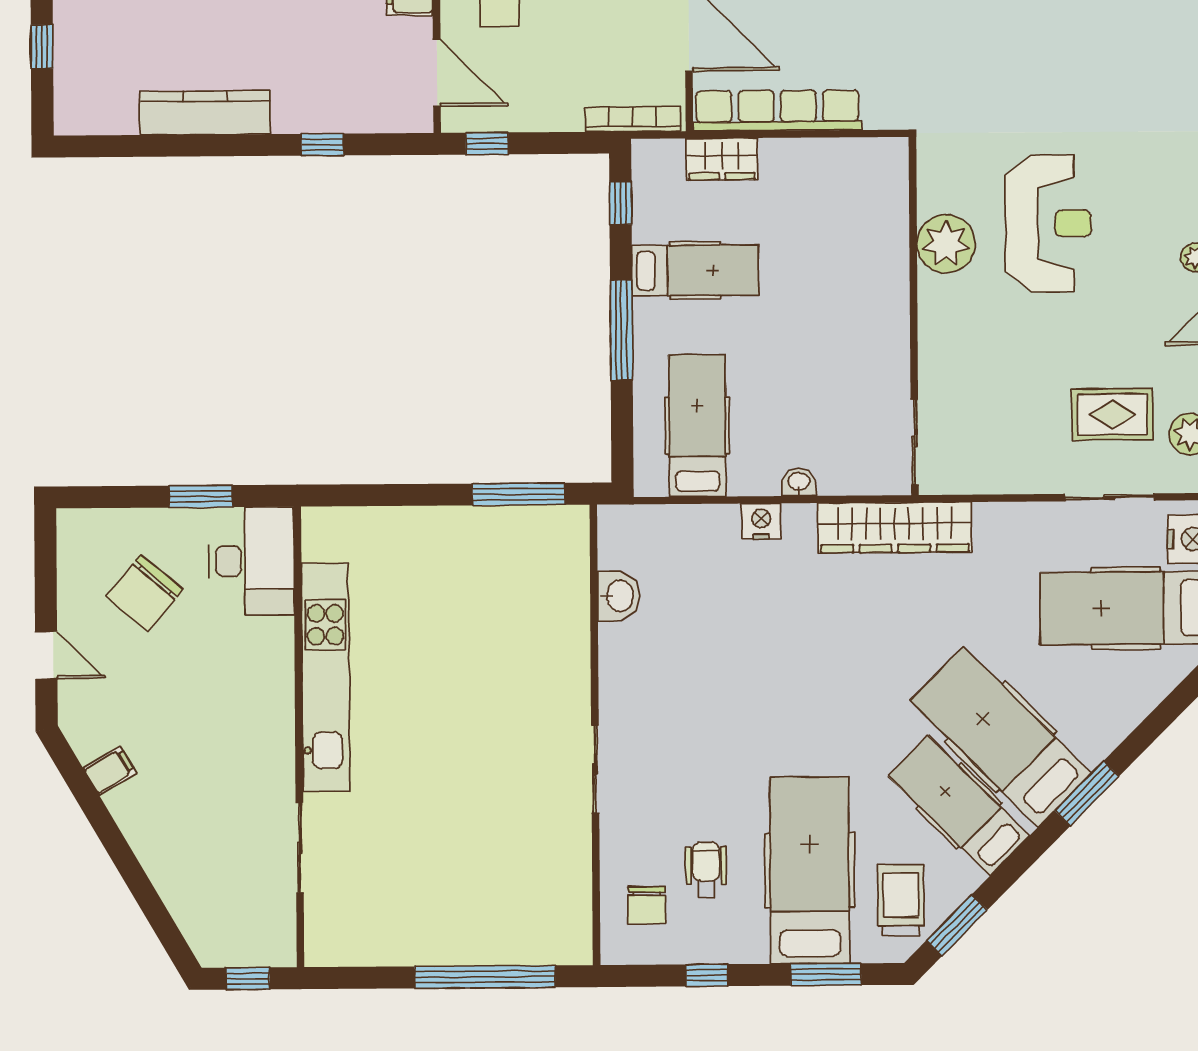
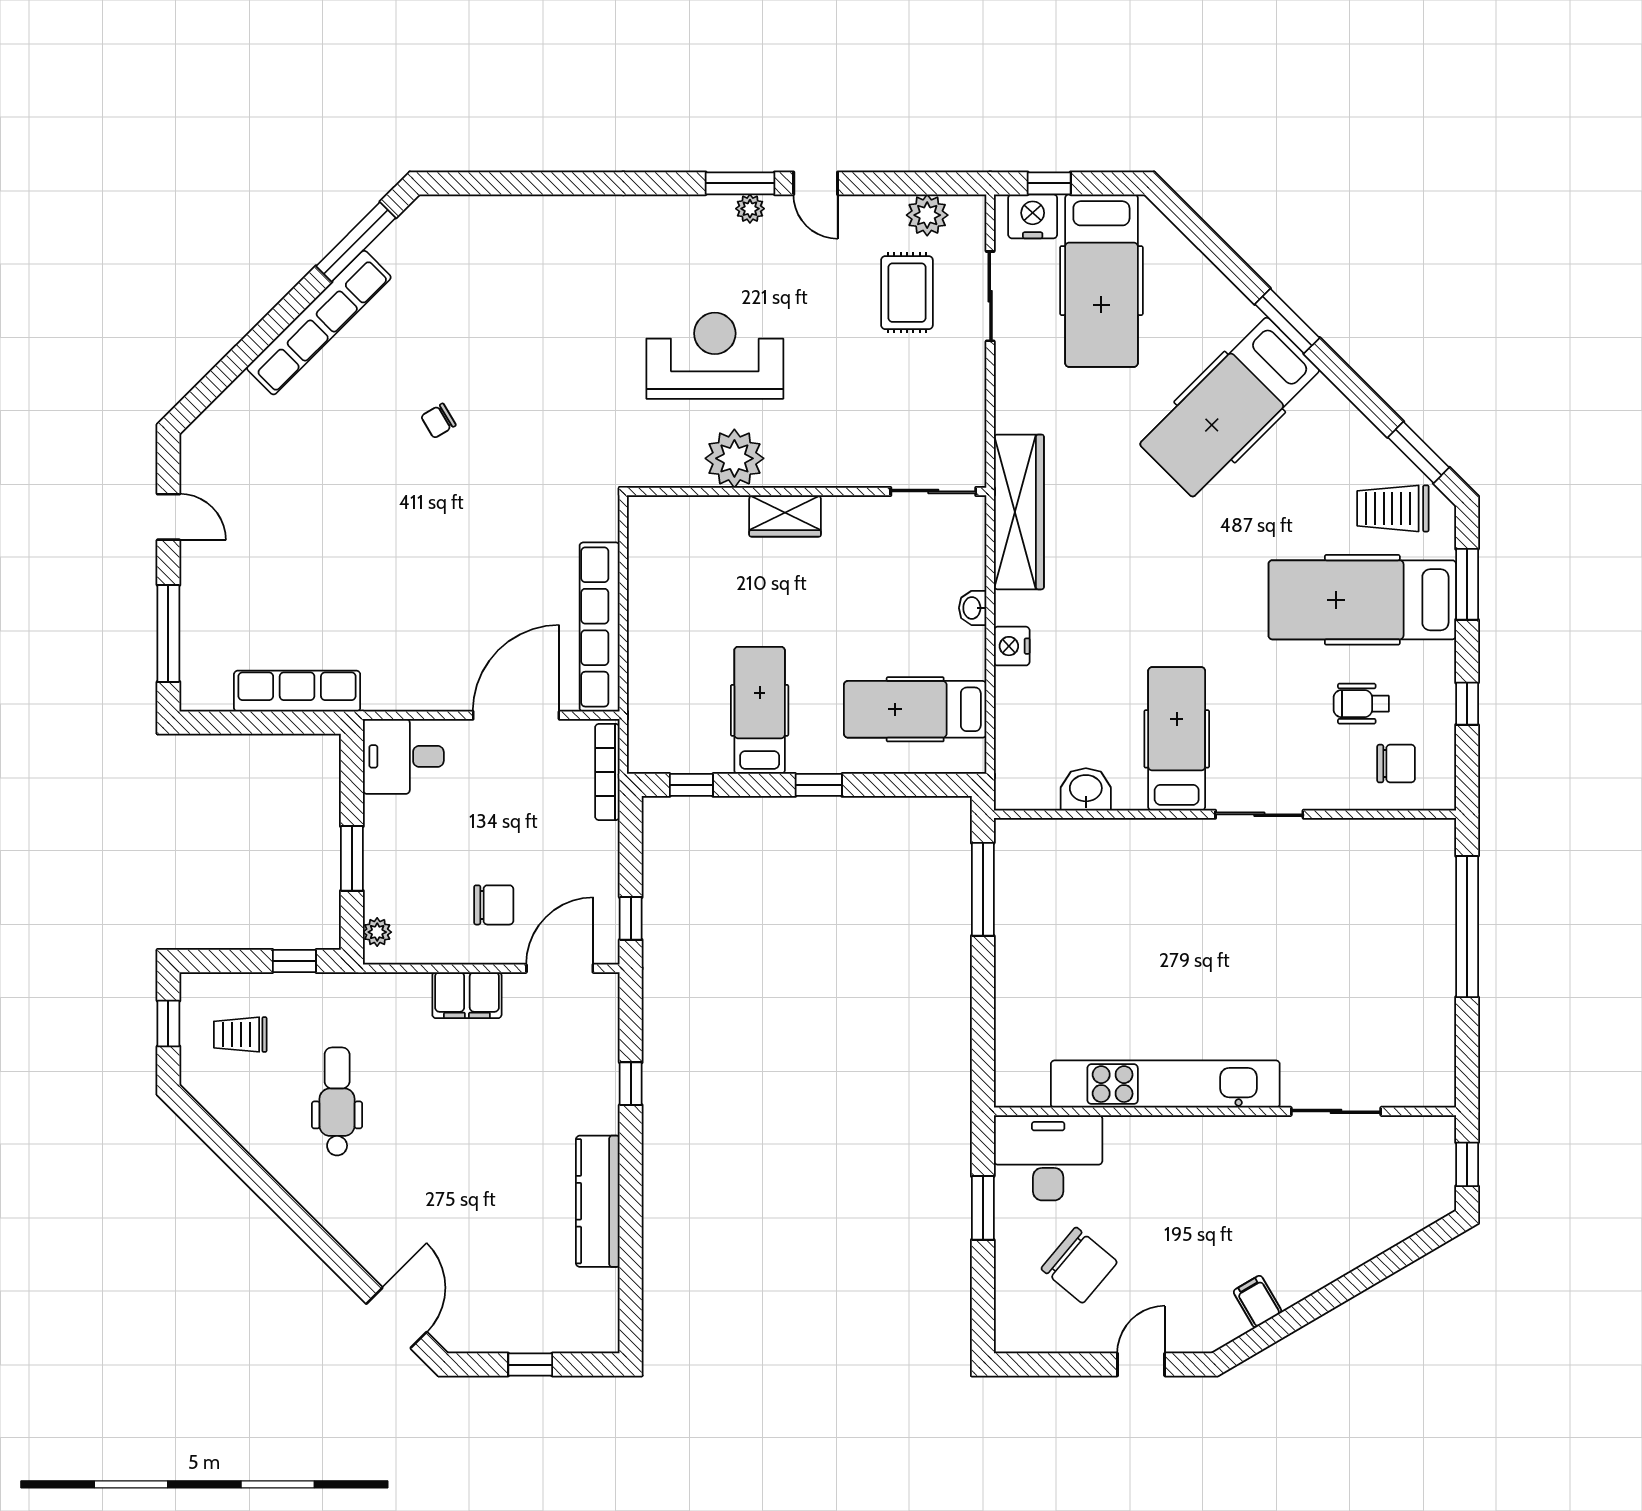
wardrobe: (722, 159) -> (785, 516), moved, turned 90
window: (621, 330) -> (819, 785), width x0.46
hospital bed: (959, 806) -> (1177, 739), moved, turned 135

